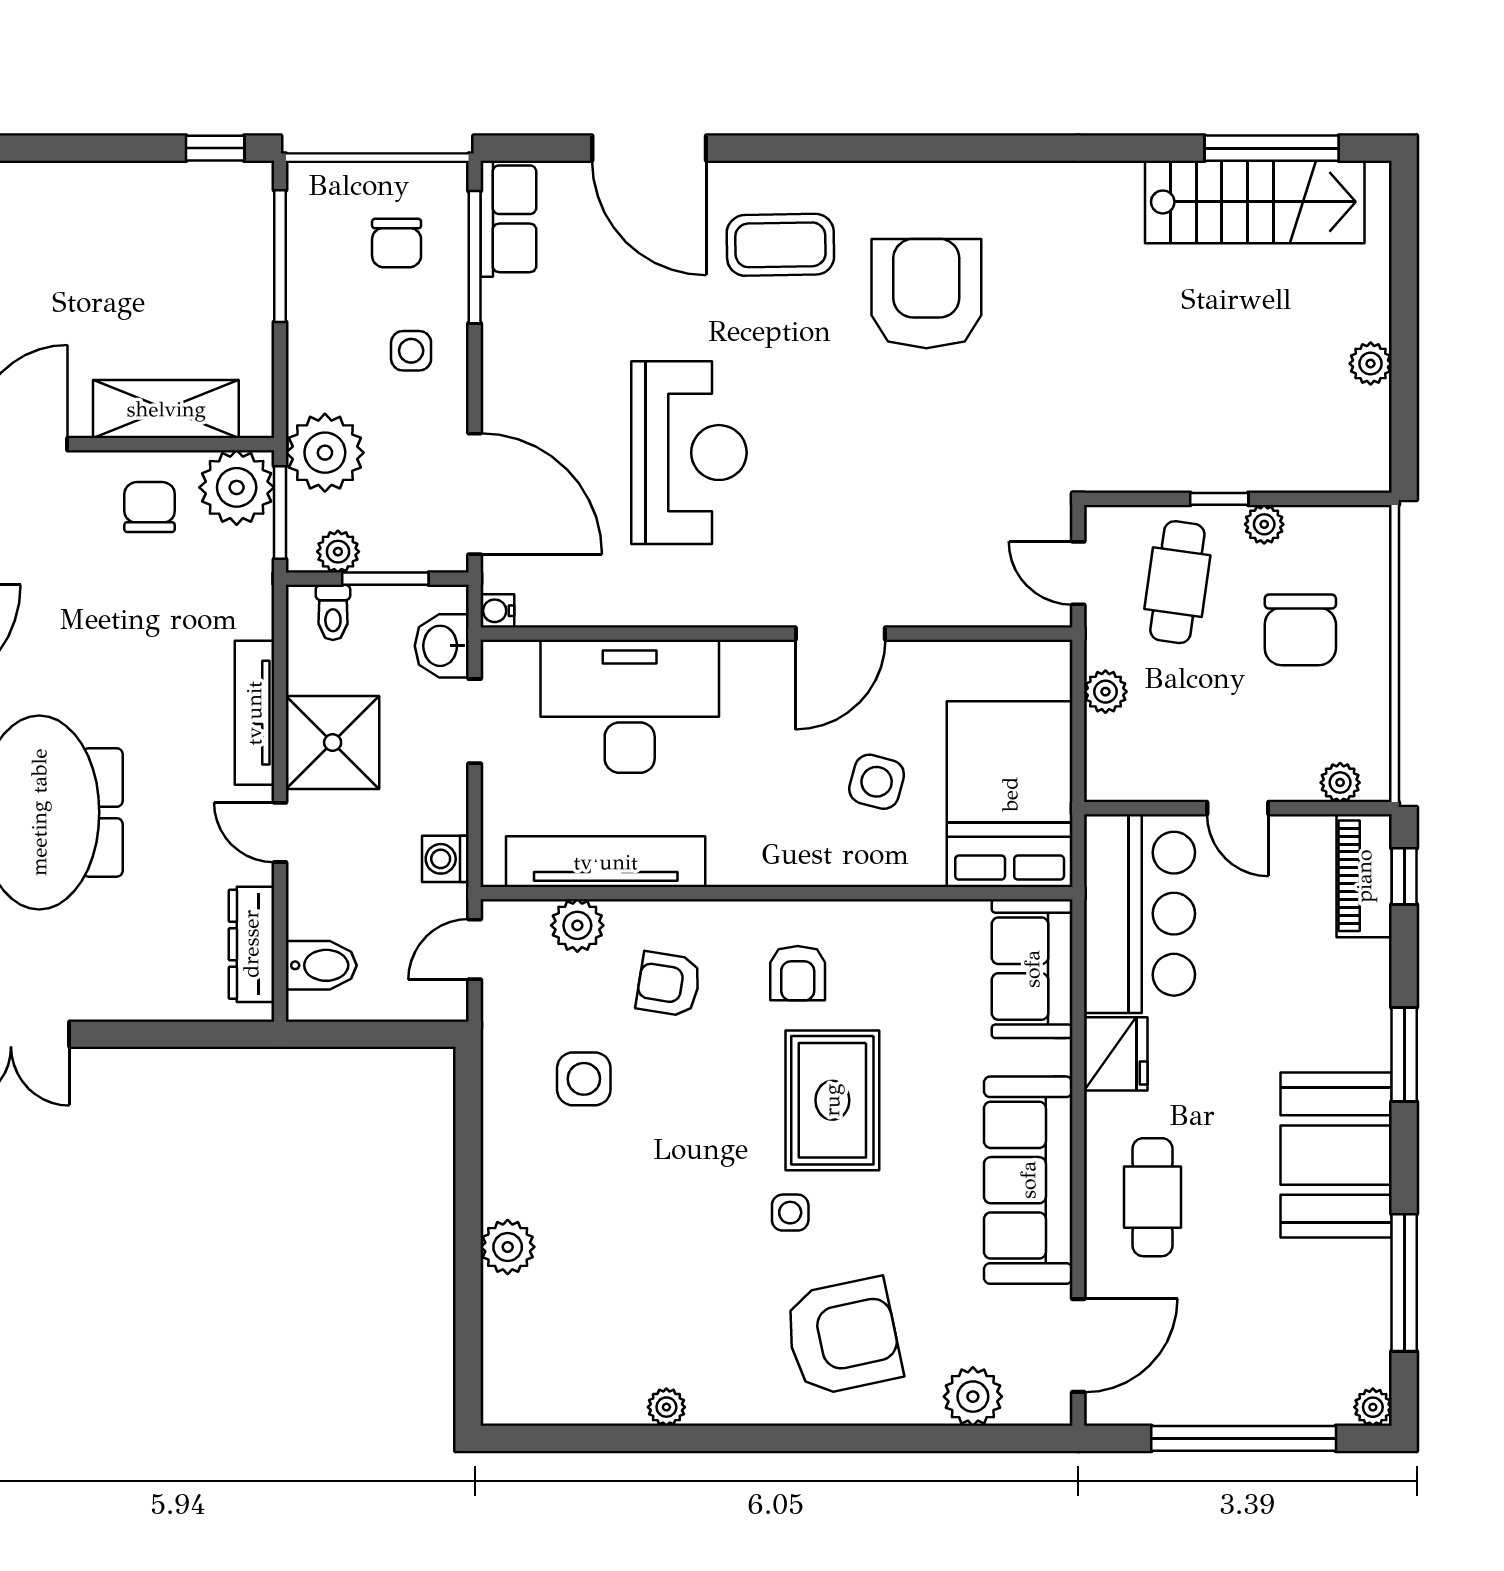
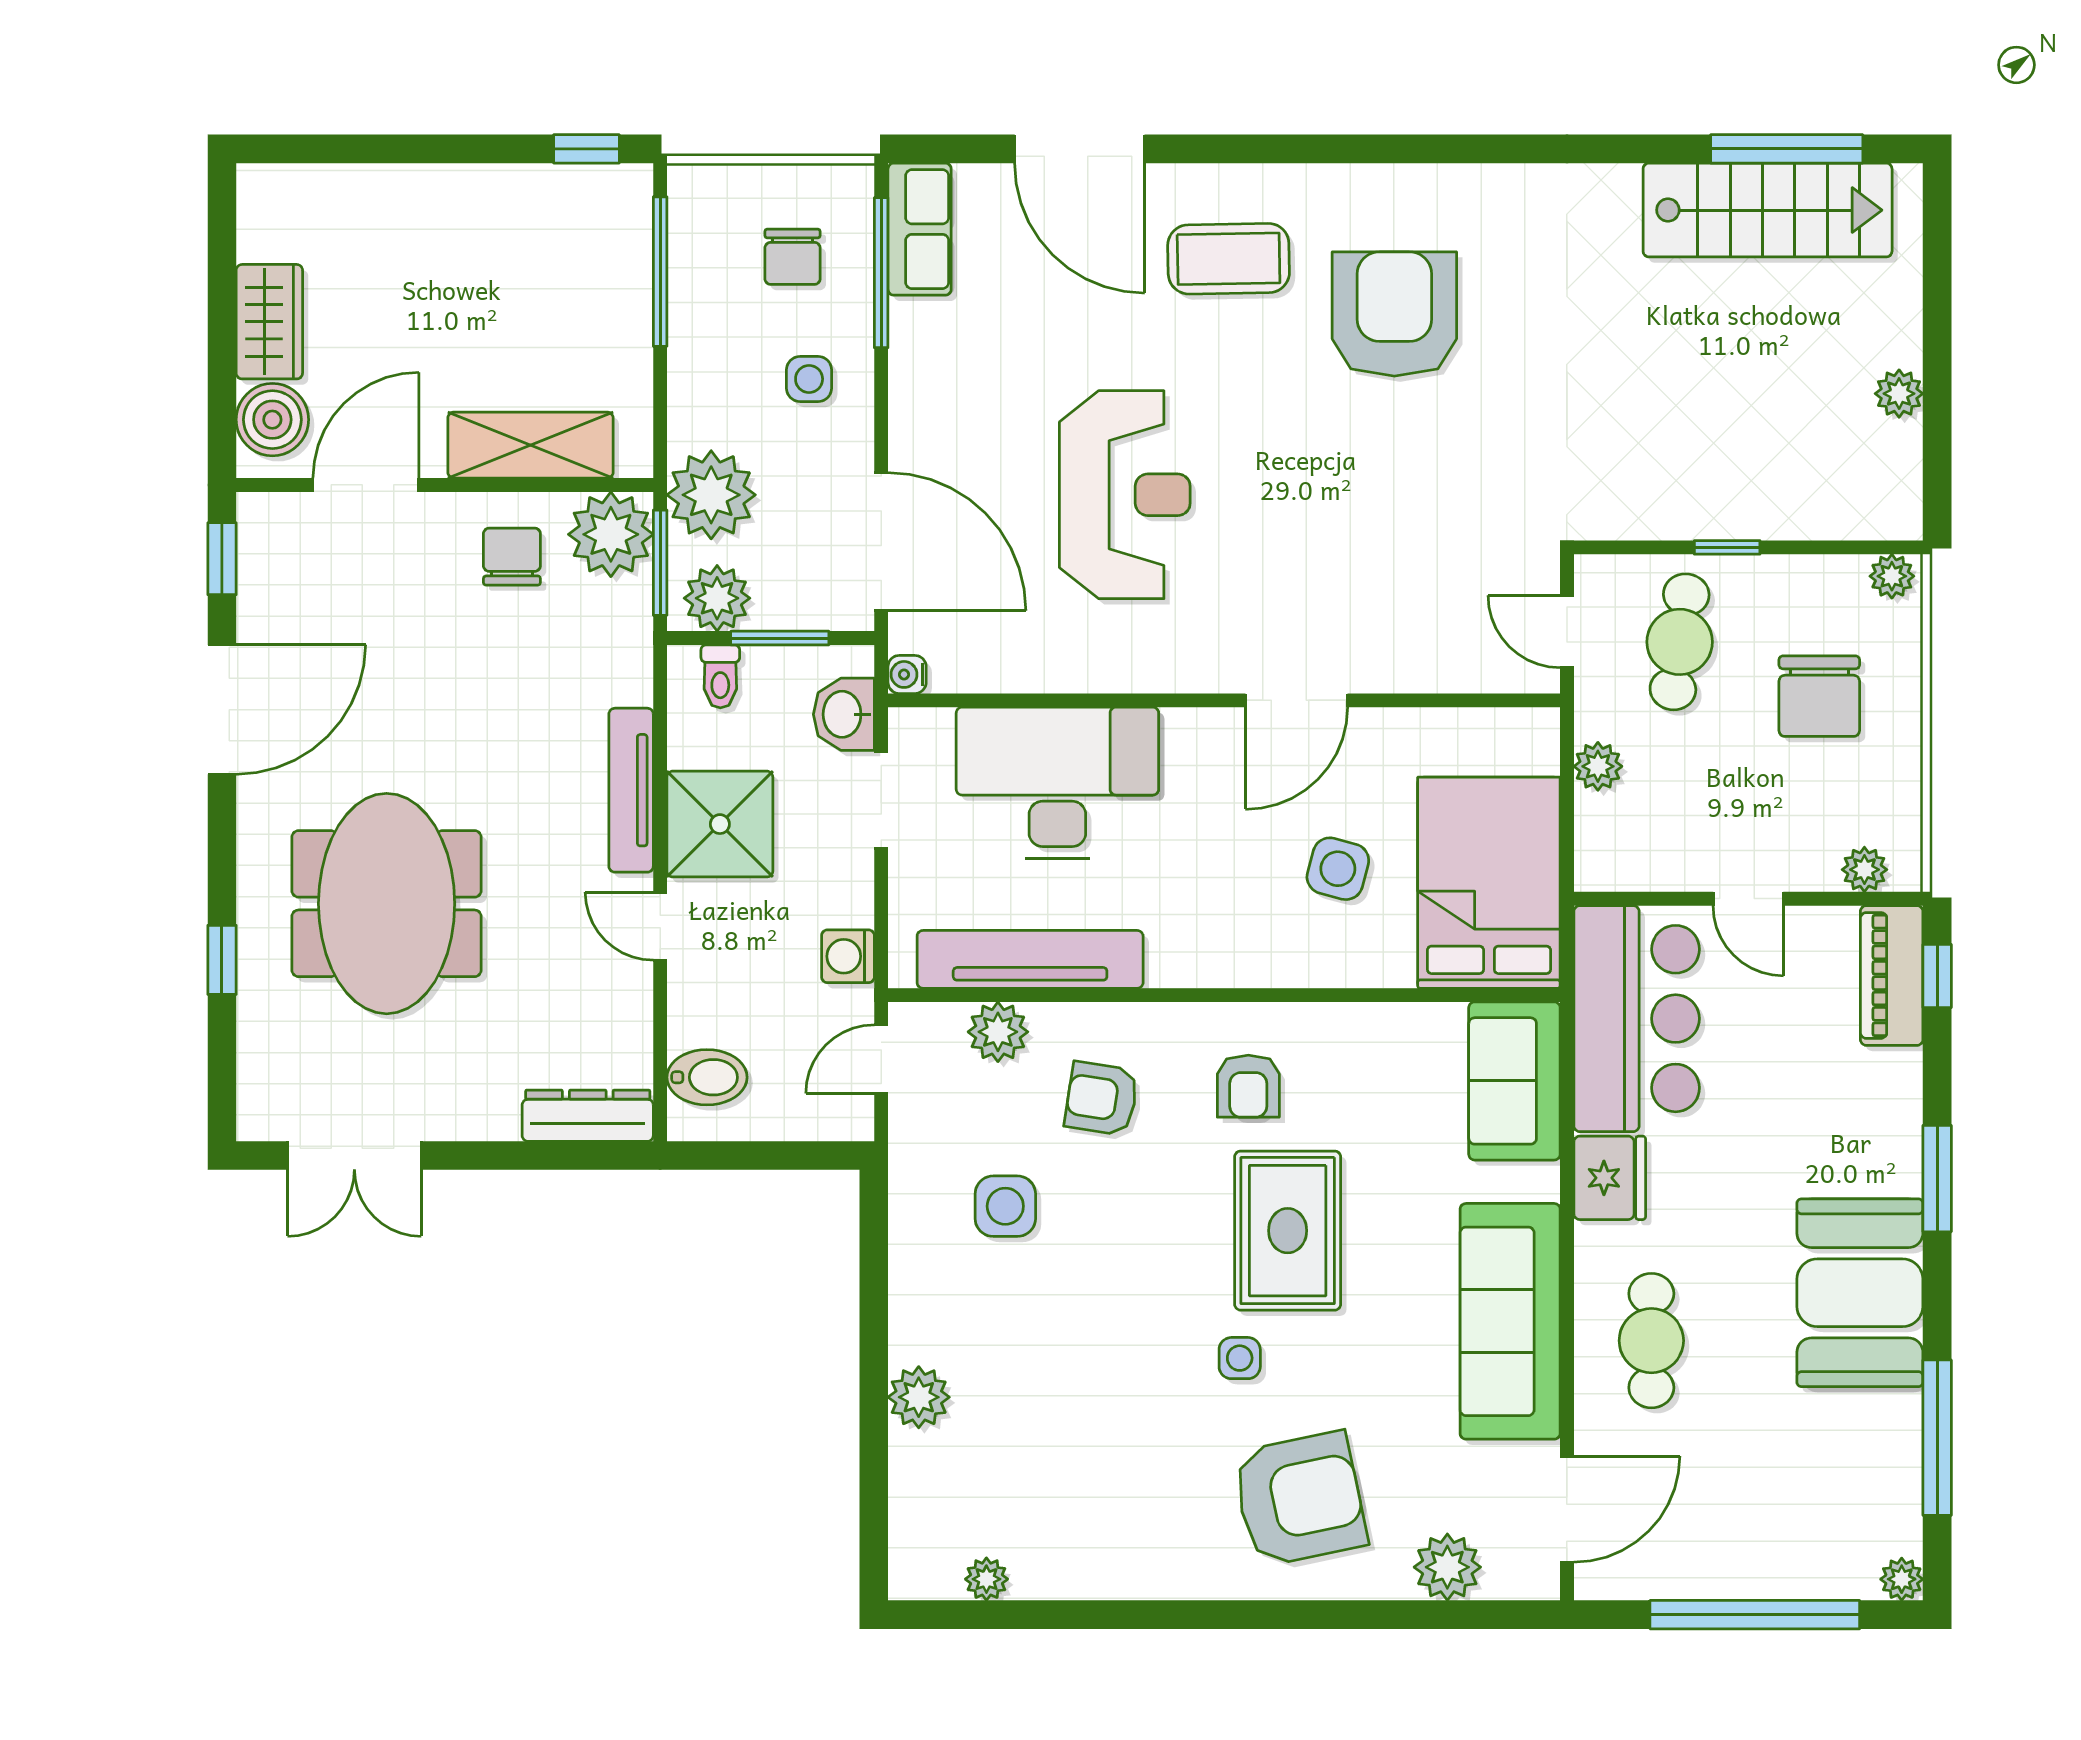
plant: (1264, 524) -> (1892, 576), moved
plant: (338, 552) -> (717, 598), width x1.38, depth x1.38
dresser: (251, 944) -> (588, 1116), moved, turned 90
plant: (666, 1407) -> (986, 1579), moved

